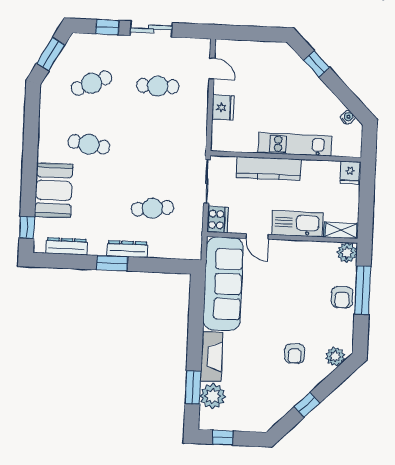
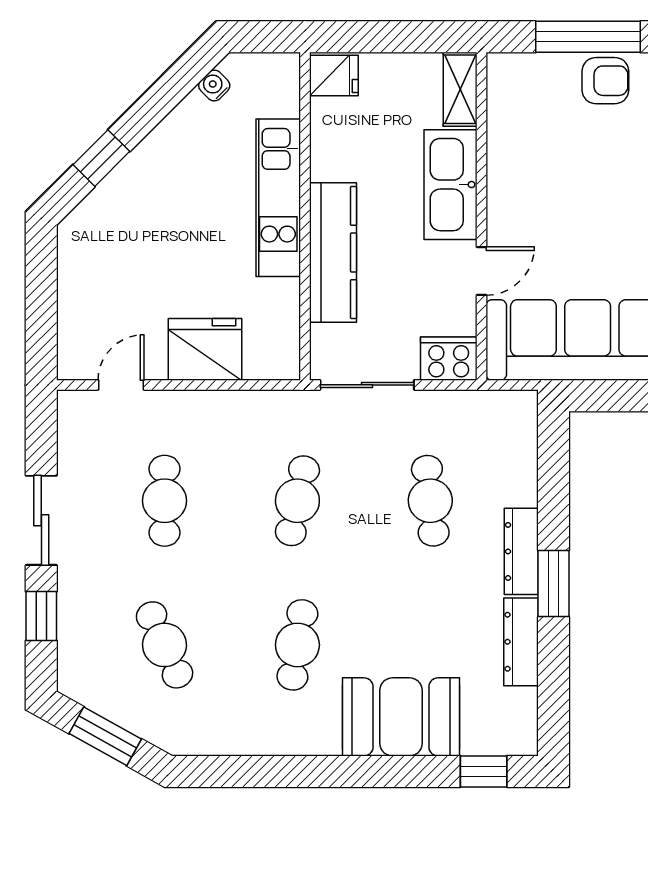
fridge: (223, 108) -> (205, 349), width x1.36, depth x1.34
cafe table: (155, 147) -> (297, 501), added
dresser: (67, 246) -> (521, 642), moved
plant: (347, 253) -> (508, 74), removed

